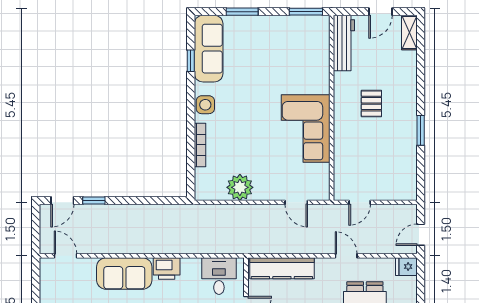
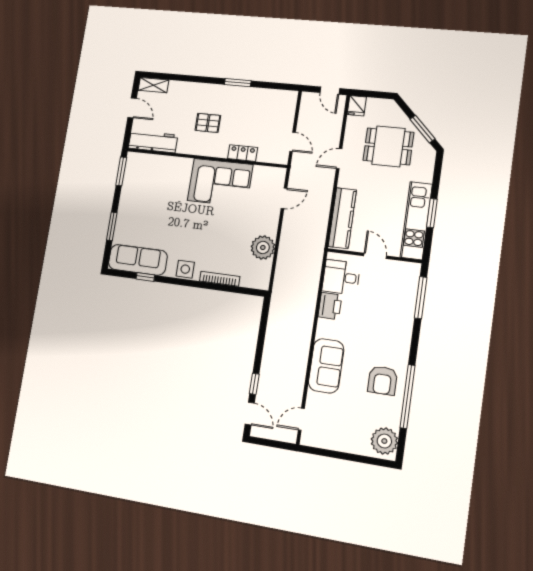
locker: (341, 149) -> (243, 153), added
printer: (167, 269) -> (330, 306), moved

